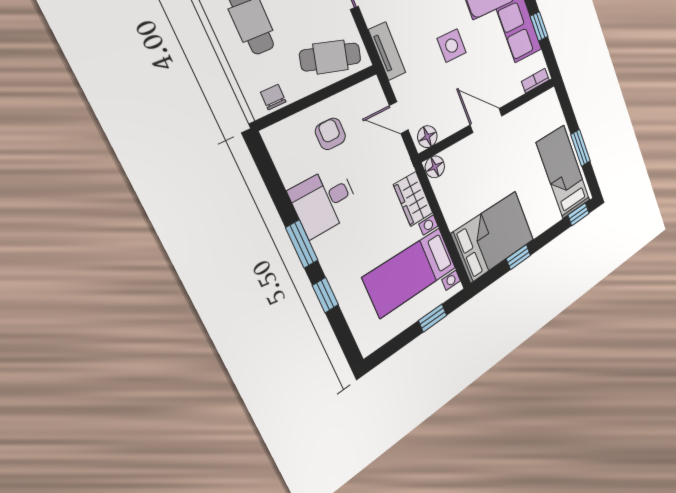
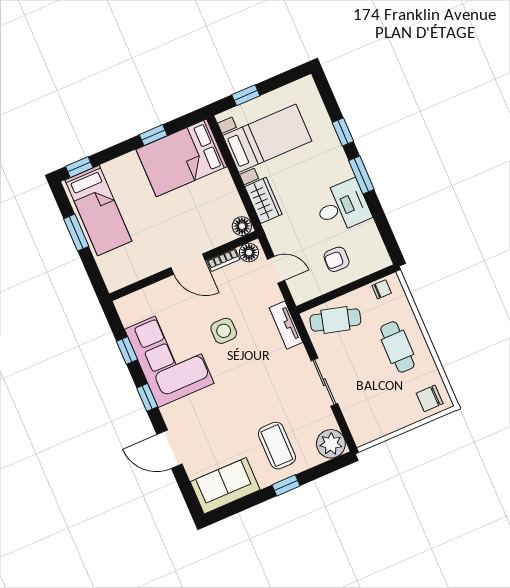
bookcase: (535, 81) -> (223, 260), moved
chair: (273, 97) -> (382, 289), turned -90
armchair: (330, 134) -> (337, 259), turned 92

